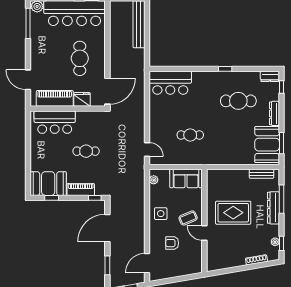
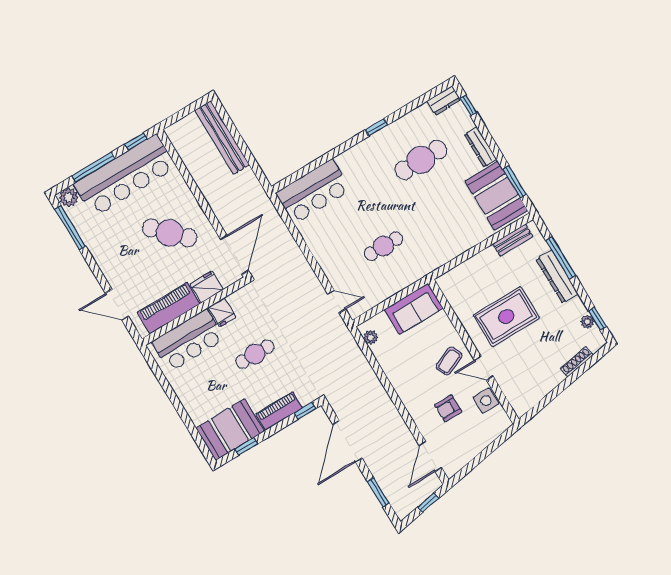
cafe table: (80, 58) -> (170, 233), turned -44
fridge: (82, 118) -> (222, 312), added
side table: (161, 214) -> (486, 401), moved

